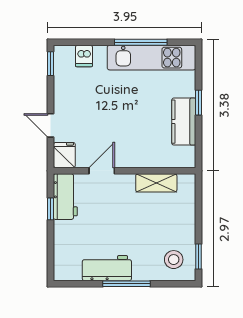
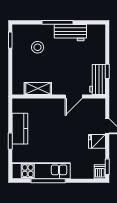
dishwasher: (84, 56) -> (100, 172), moved
fridge: (64, 155) -> (97, 141), moved, turned 90
stool: (174, 260) -> (38, 47), moved

